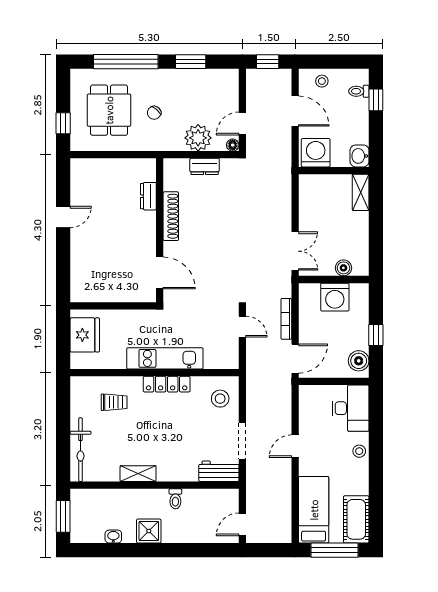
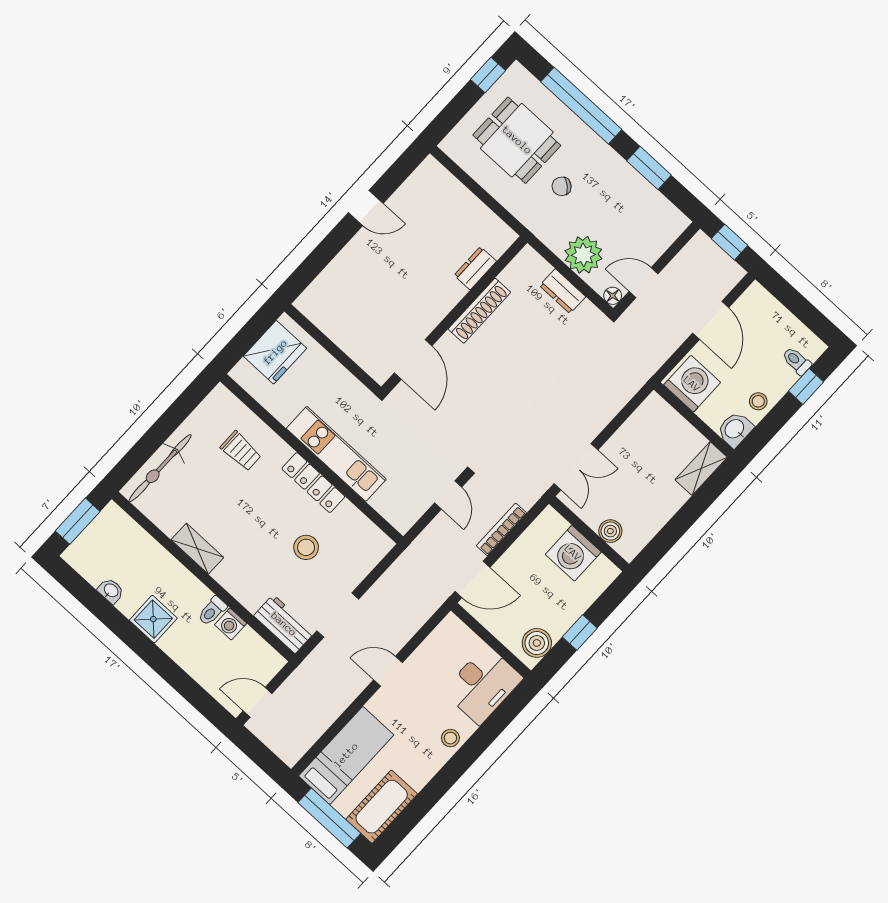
stool: (322, 81) -> (758, 401), moved
dining table: (109, 110) -> (517, 140), turned 90
window: (63, 123) -> (488, 75), moved
stool: (220, 399) -> (306, 547), moved
washing machine: (191, 497) -> (231, 624), added

